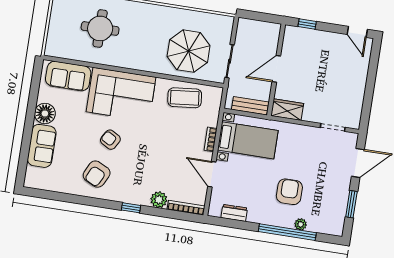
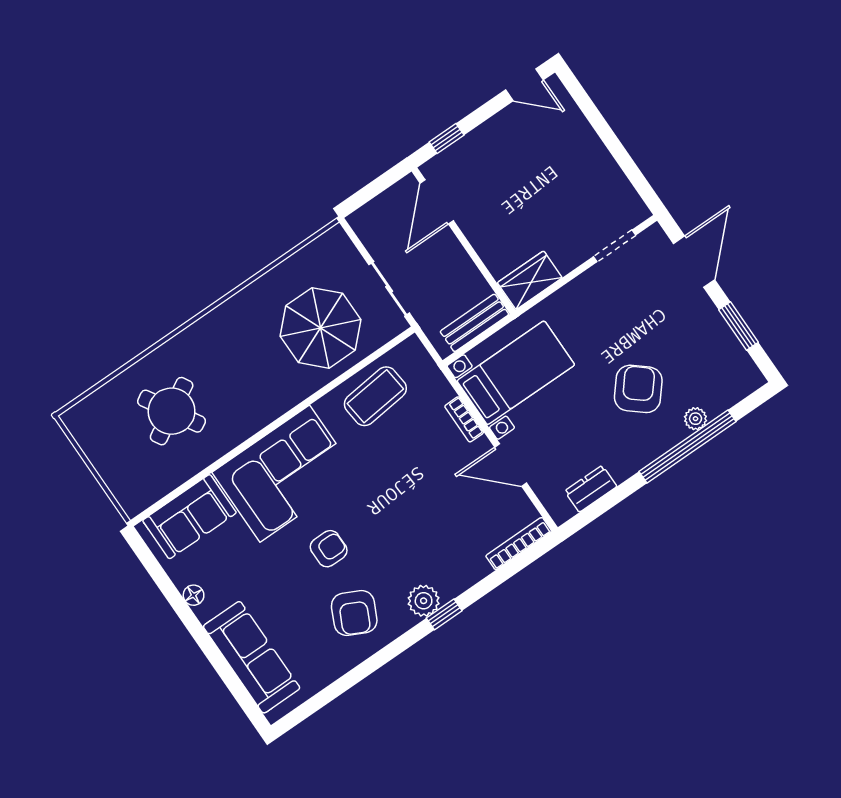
round table: (100, 28) -> (172, 411), turned -30
door: (276, 69) -> (437, 202), moved
floor lamp: (45, 114) -> (194, 595), width x0.53, depth x0.53
armchair: (110, 140) -> (329, 549), turned 151
sofa: (42, 146) -> (252, 657), width x1.36
armchair: (289, 192) -> (638, 389), turned 40
plant: (159, 200) -> (424, 601), moved

